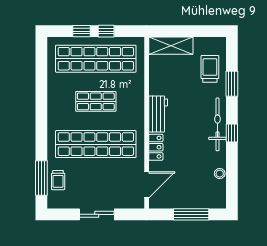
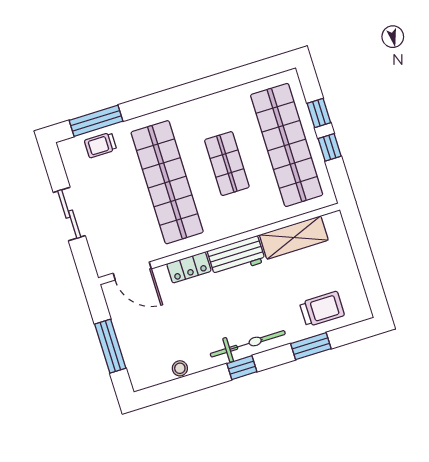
shelving: (171, 46) -> (294, 238), moved, turned 90

